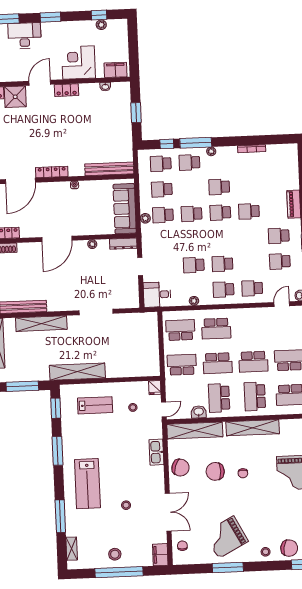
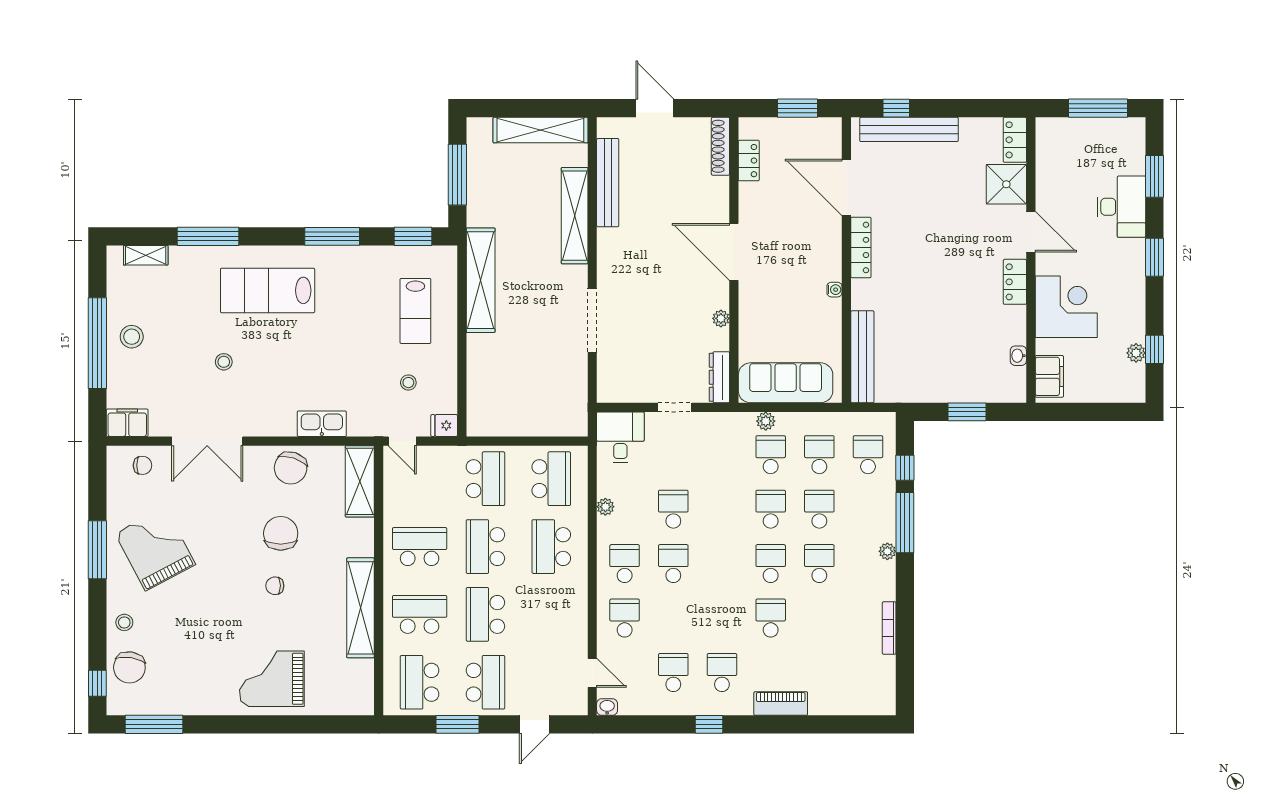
school desk: (189, 162) -> (819, 509), moved
washbasin: (199, 412) -> (395, 507), removed
shelving: (195, 430) -> (360, 481), width x0.68

